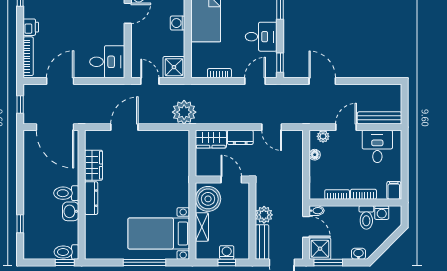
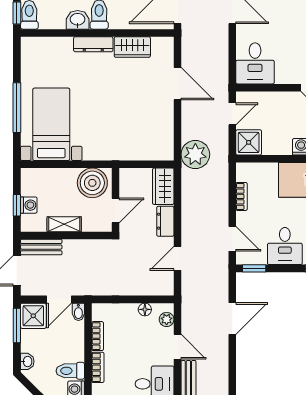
plant: (264, 215) -> (73, 249), removed
shelving: (202, 227) -> (64, 224), moved

